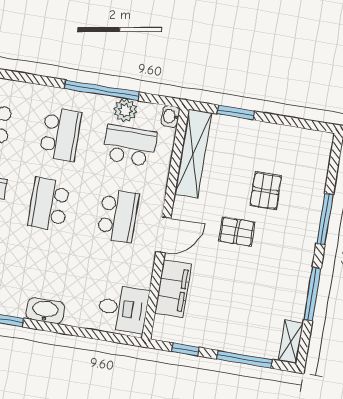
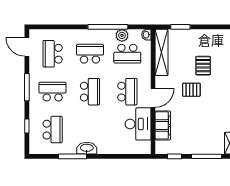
school desk: (61, 134) -> (90, 54), turned -90
school desk: (130, 146) -> (127, 54), turned 180
school desk: (49, 204) -> (90, 92), turned 180
desk: (123, 309) -> (138, 124), moved, width x1.37
washbasin: (45, 311) -> (87, 148), moved

